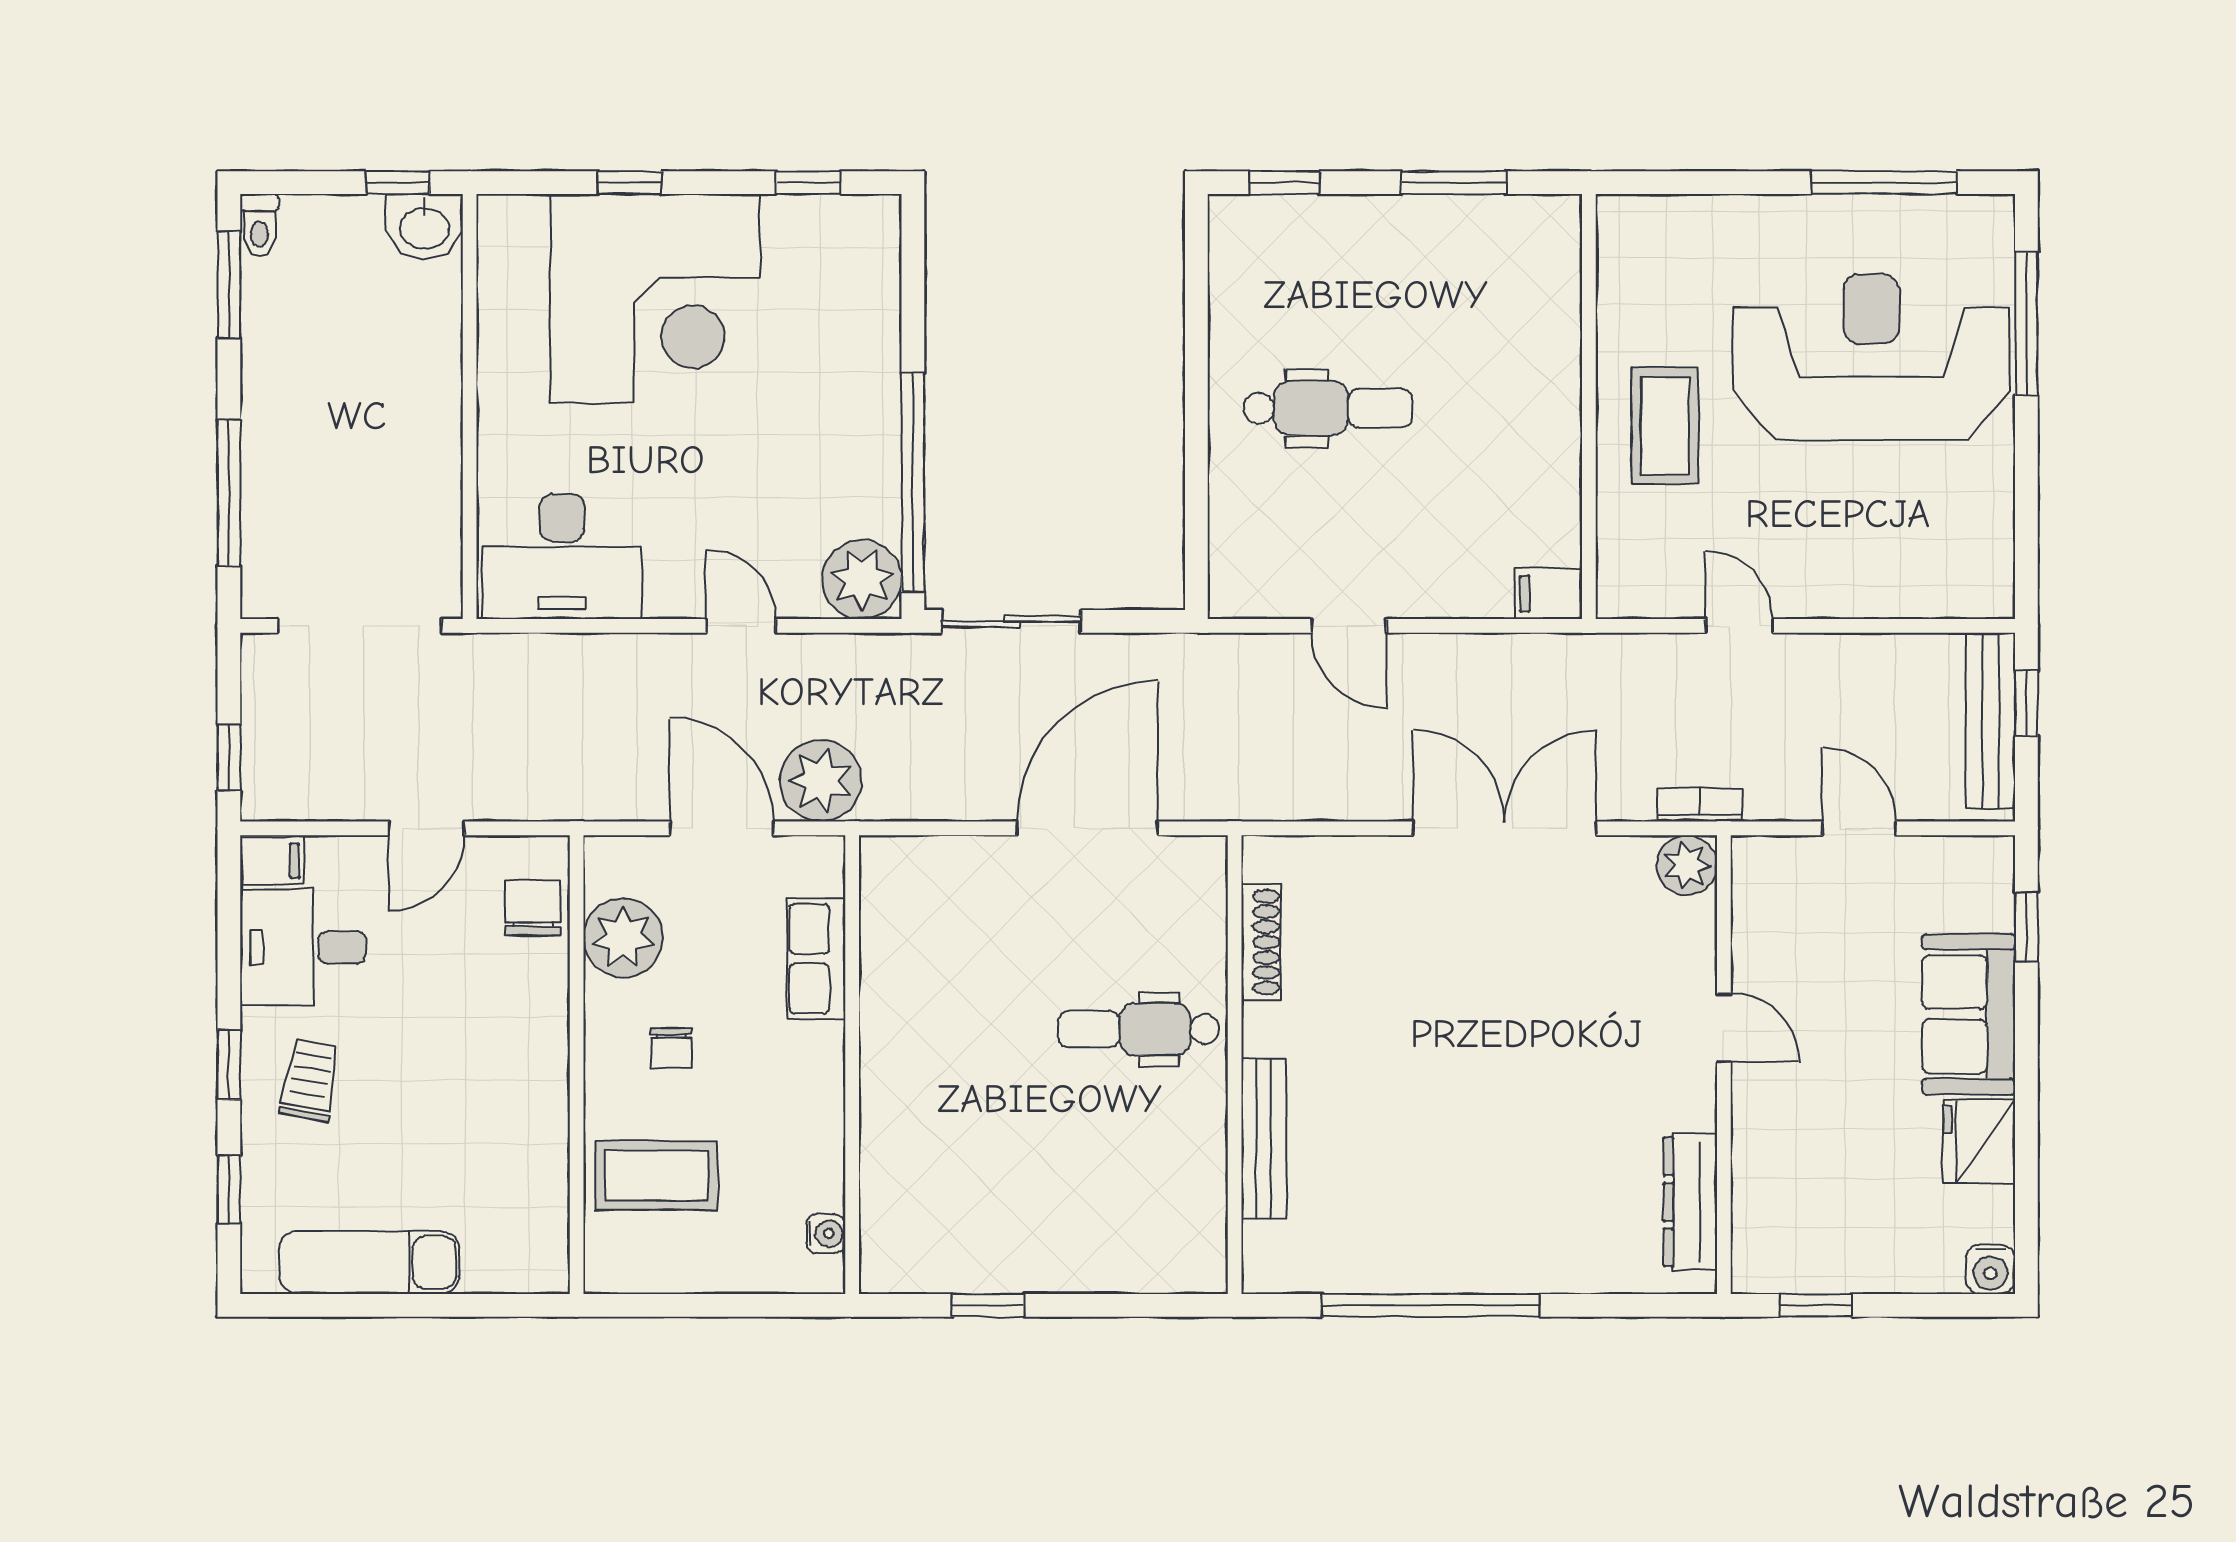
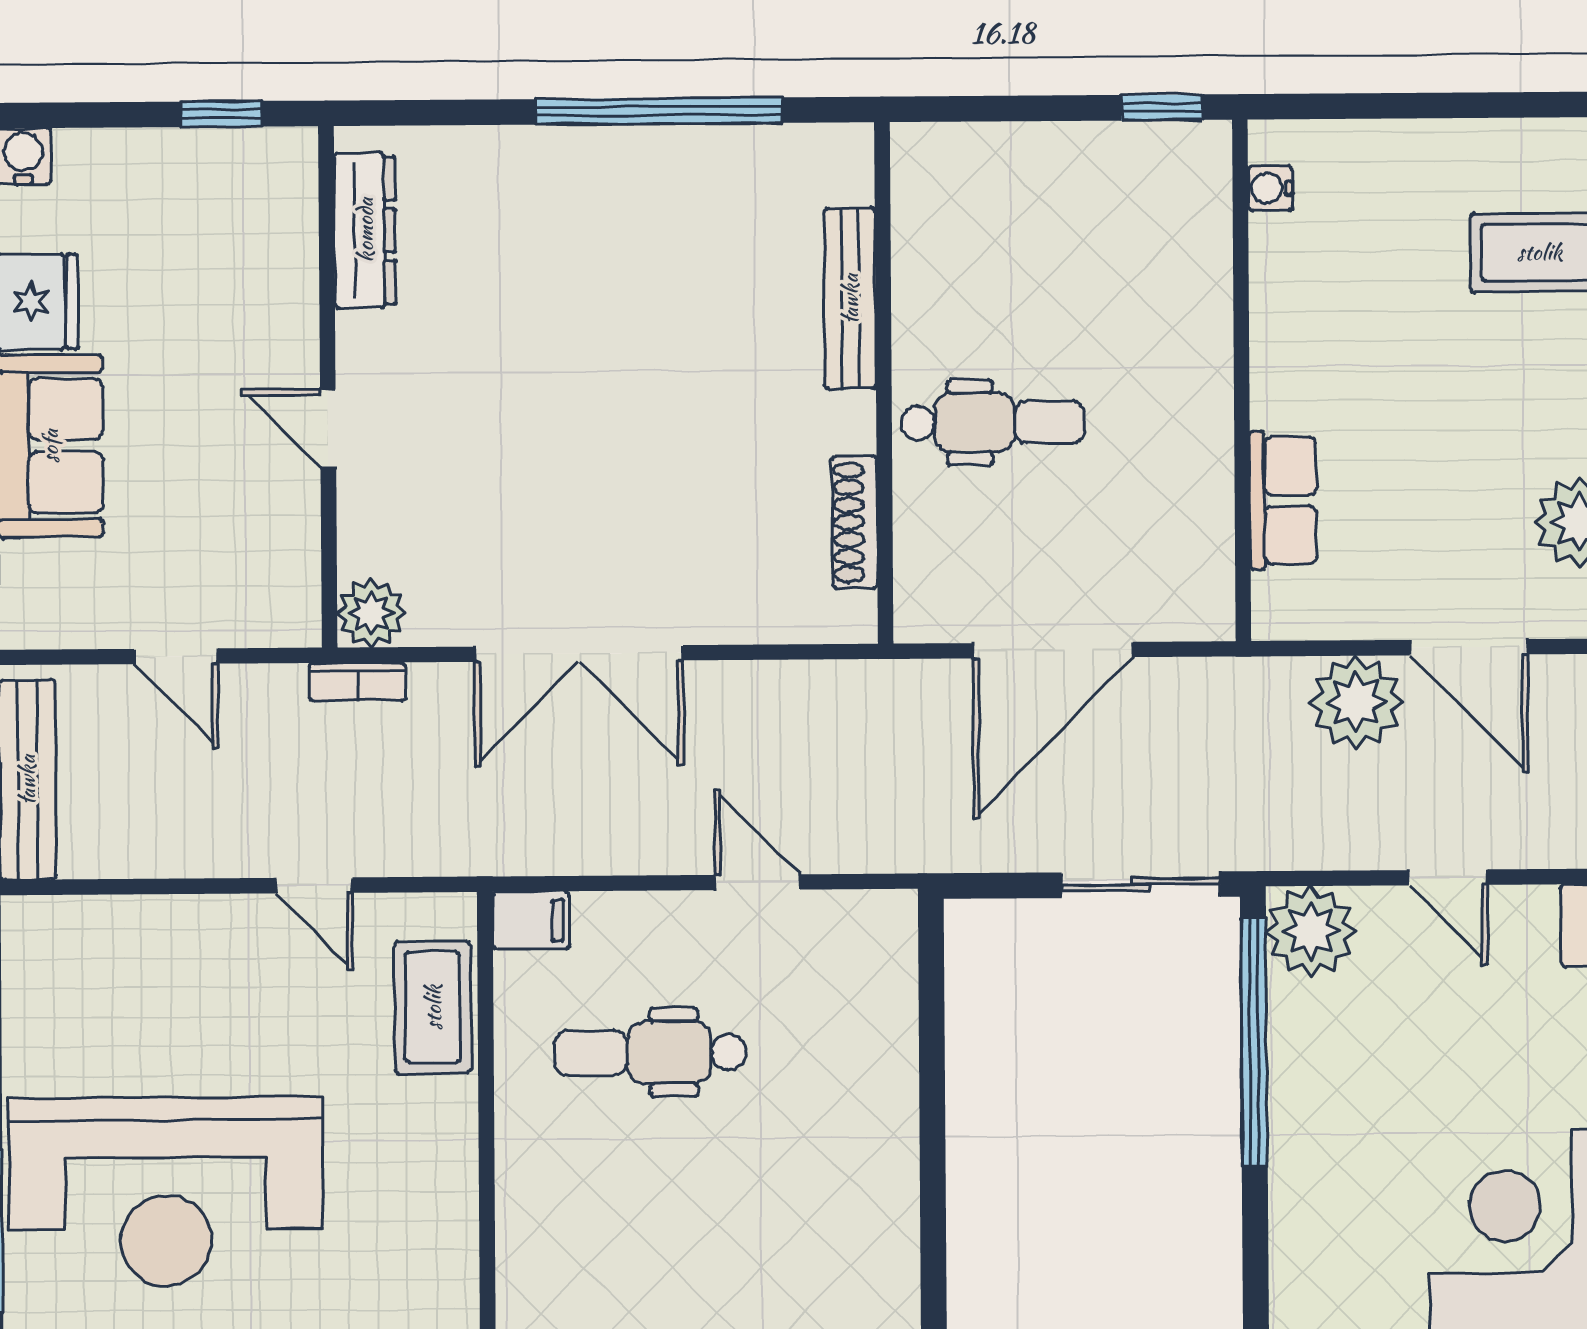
dental chair: (1328, 408) -> (650, 1053), moved
coffee table: (1665, 426) -> (433, 1007), moved
row of seats: (816, 959) -> (1283, 500), moved
chair: (671, 1048) -> (1524, 397), removed
wall: (852, 1065) -> (1242, 380), moved
water cooler: (826, 1234) -> (1270, 188), moved

